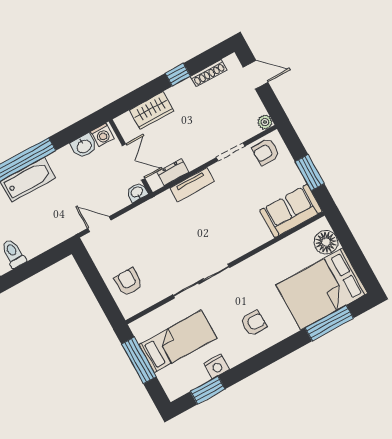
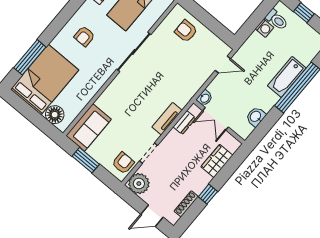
plant: (265, 122) -> (139, 184), width x1.88, depth x1.88
washing machine: (102, 135) -> (264, 28), moved, turned 180
armchair: (128, 282) -> (186, 31), turned 180

